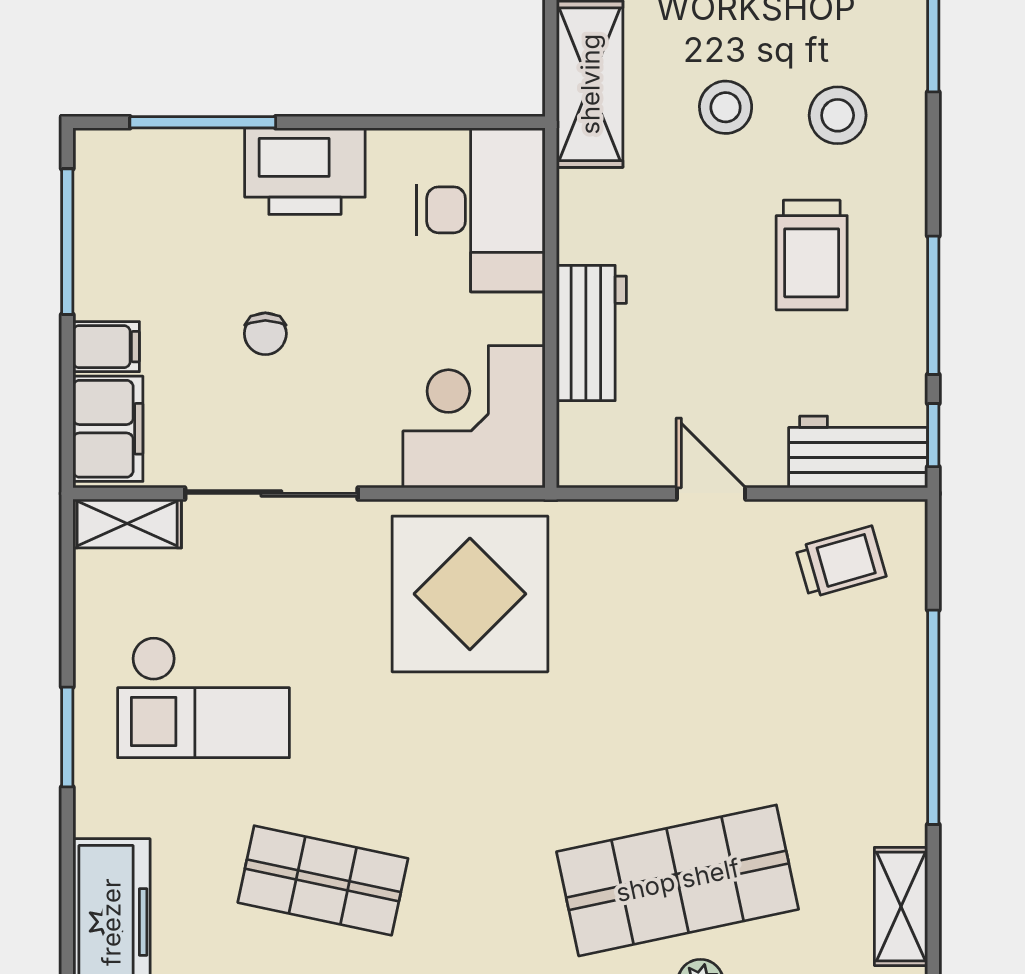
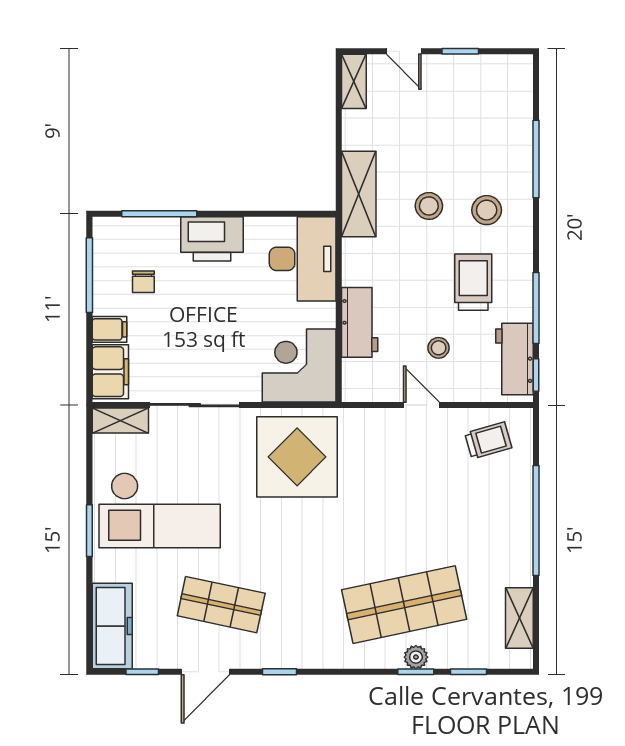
trolley: (812, 255) -> (473, 282), turned 180
chair: (265, 334) -> (143, 282), moved
stool: (744, 382) -> (439, 348), added
workbench: (858, 452) -> (515, 359), moved, turned -90
checkout: (203, 697) -> (160, 510), width x1.36, depth x1.21

